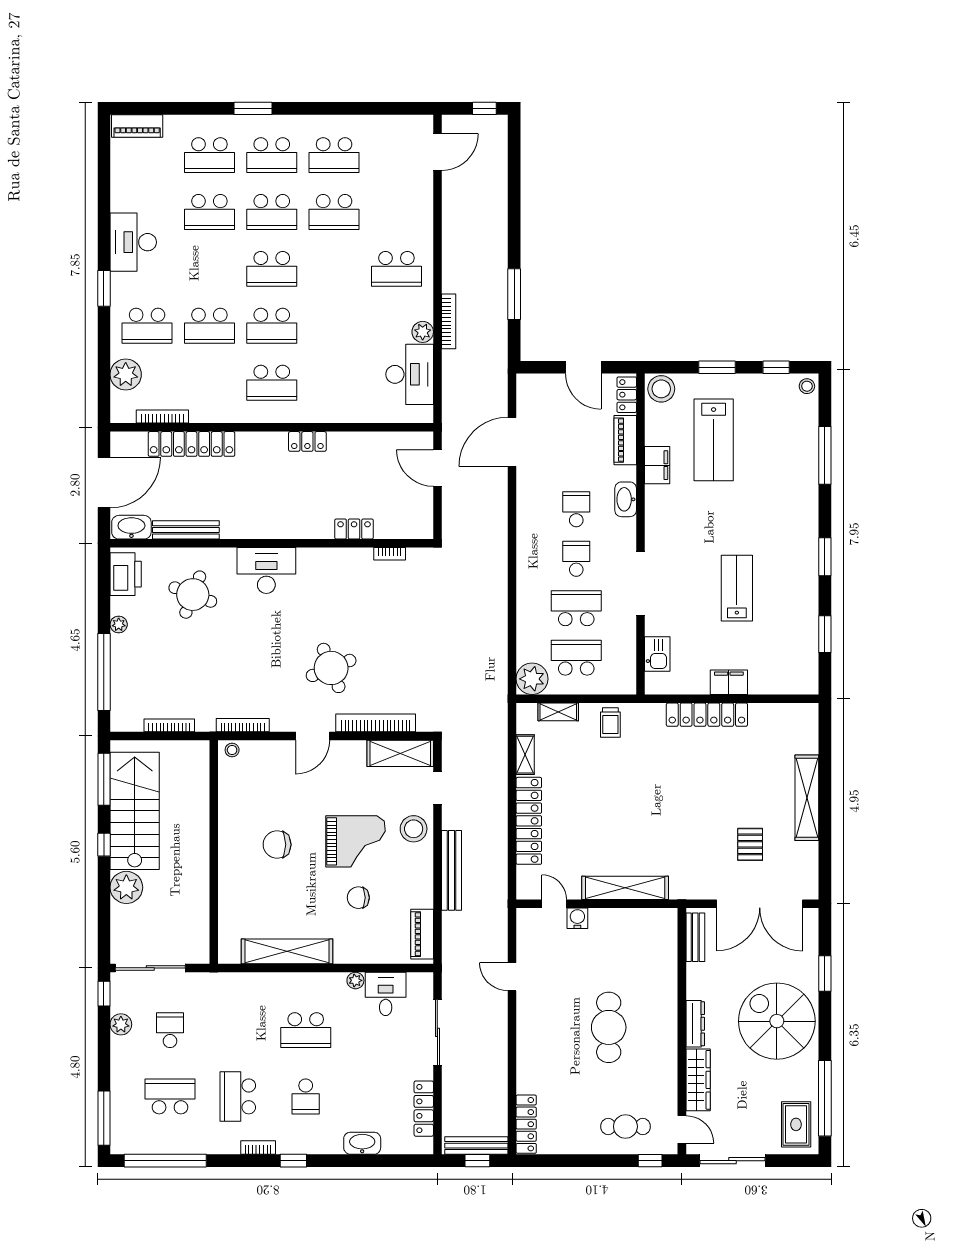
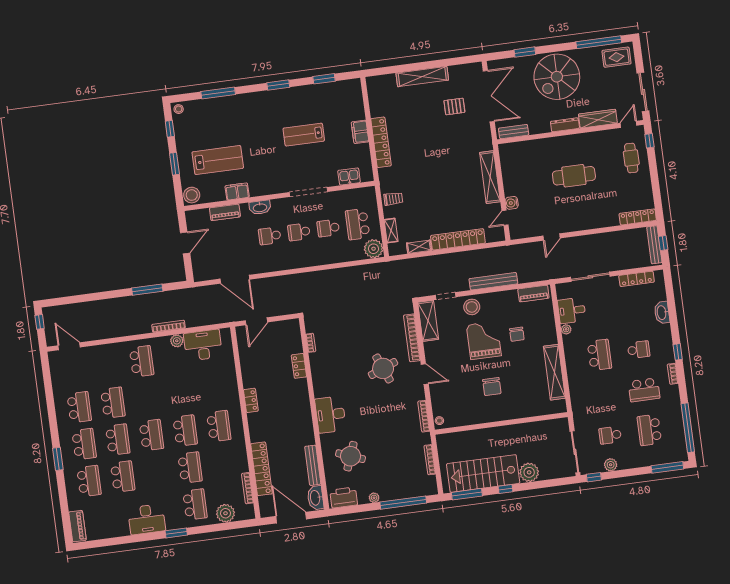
locker: (627, 395) -> (198, 215), removed
school desk: (576, 608) -> (328, 228), width x0.54

